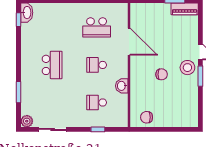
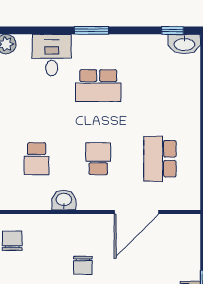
window: (18, 92) -> (91, 30), moved
desk: (33, 93) -> (52, 55), added
school desk: (97, 102) -> (37, 159), turned 180

